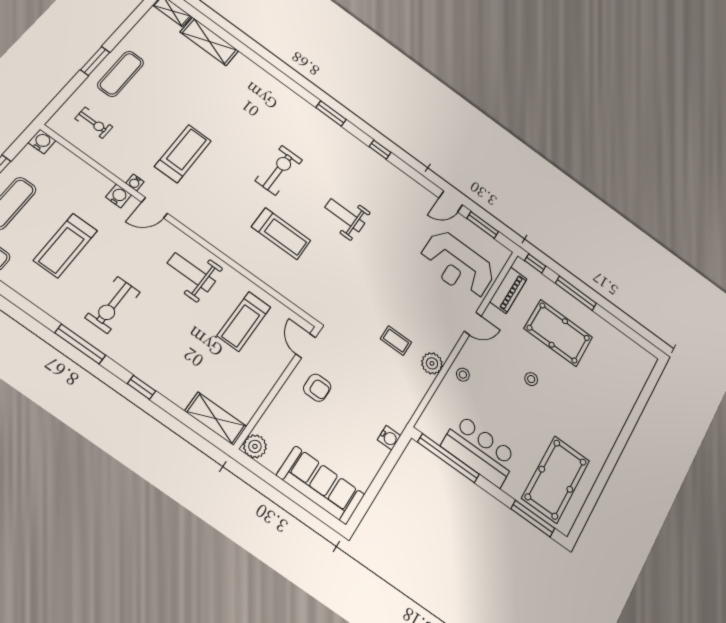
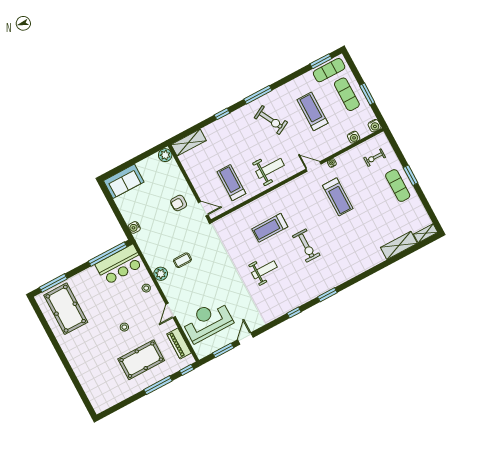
water cooler: (119, 196) -> (354, 137), moved
door: (155, 208) -> (314, 166), hinge flipped
exercise bike: (113, 305) -> (271, 120), turned 152
bar counter: (480, 451) -> (120, 265), moved
sofa: (321, 485) -> (124, 181), width x0.73

